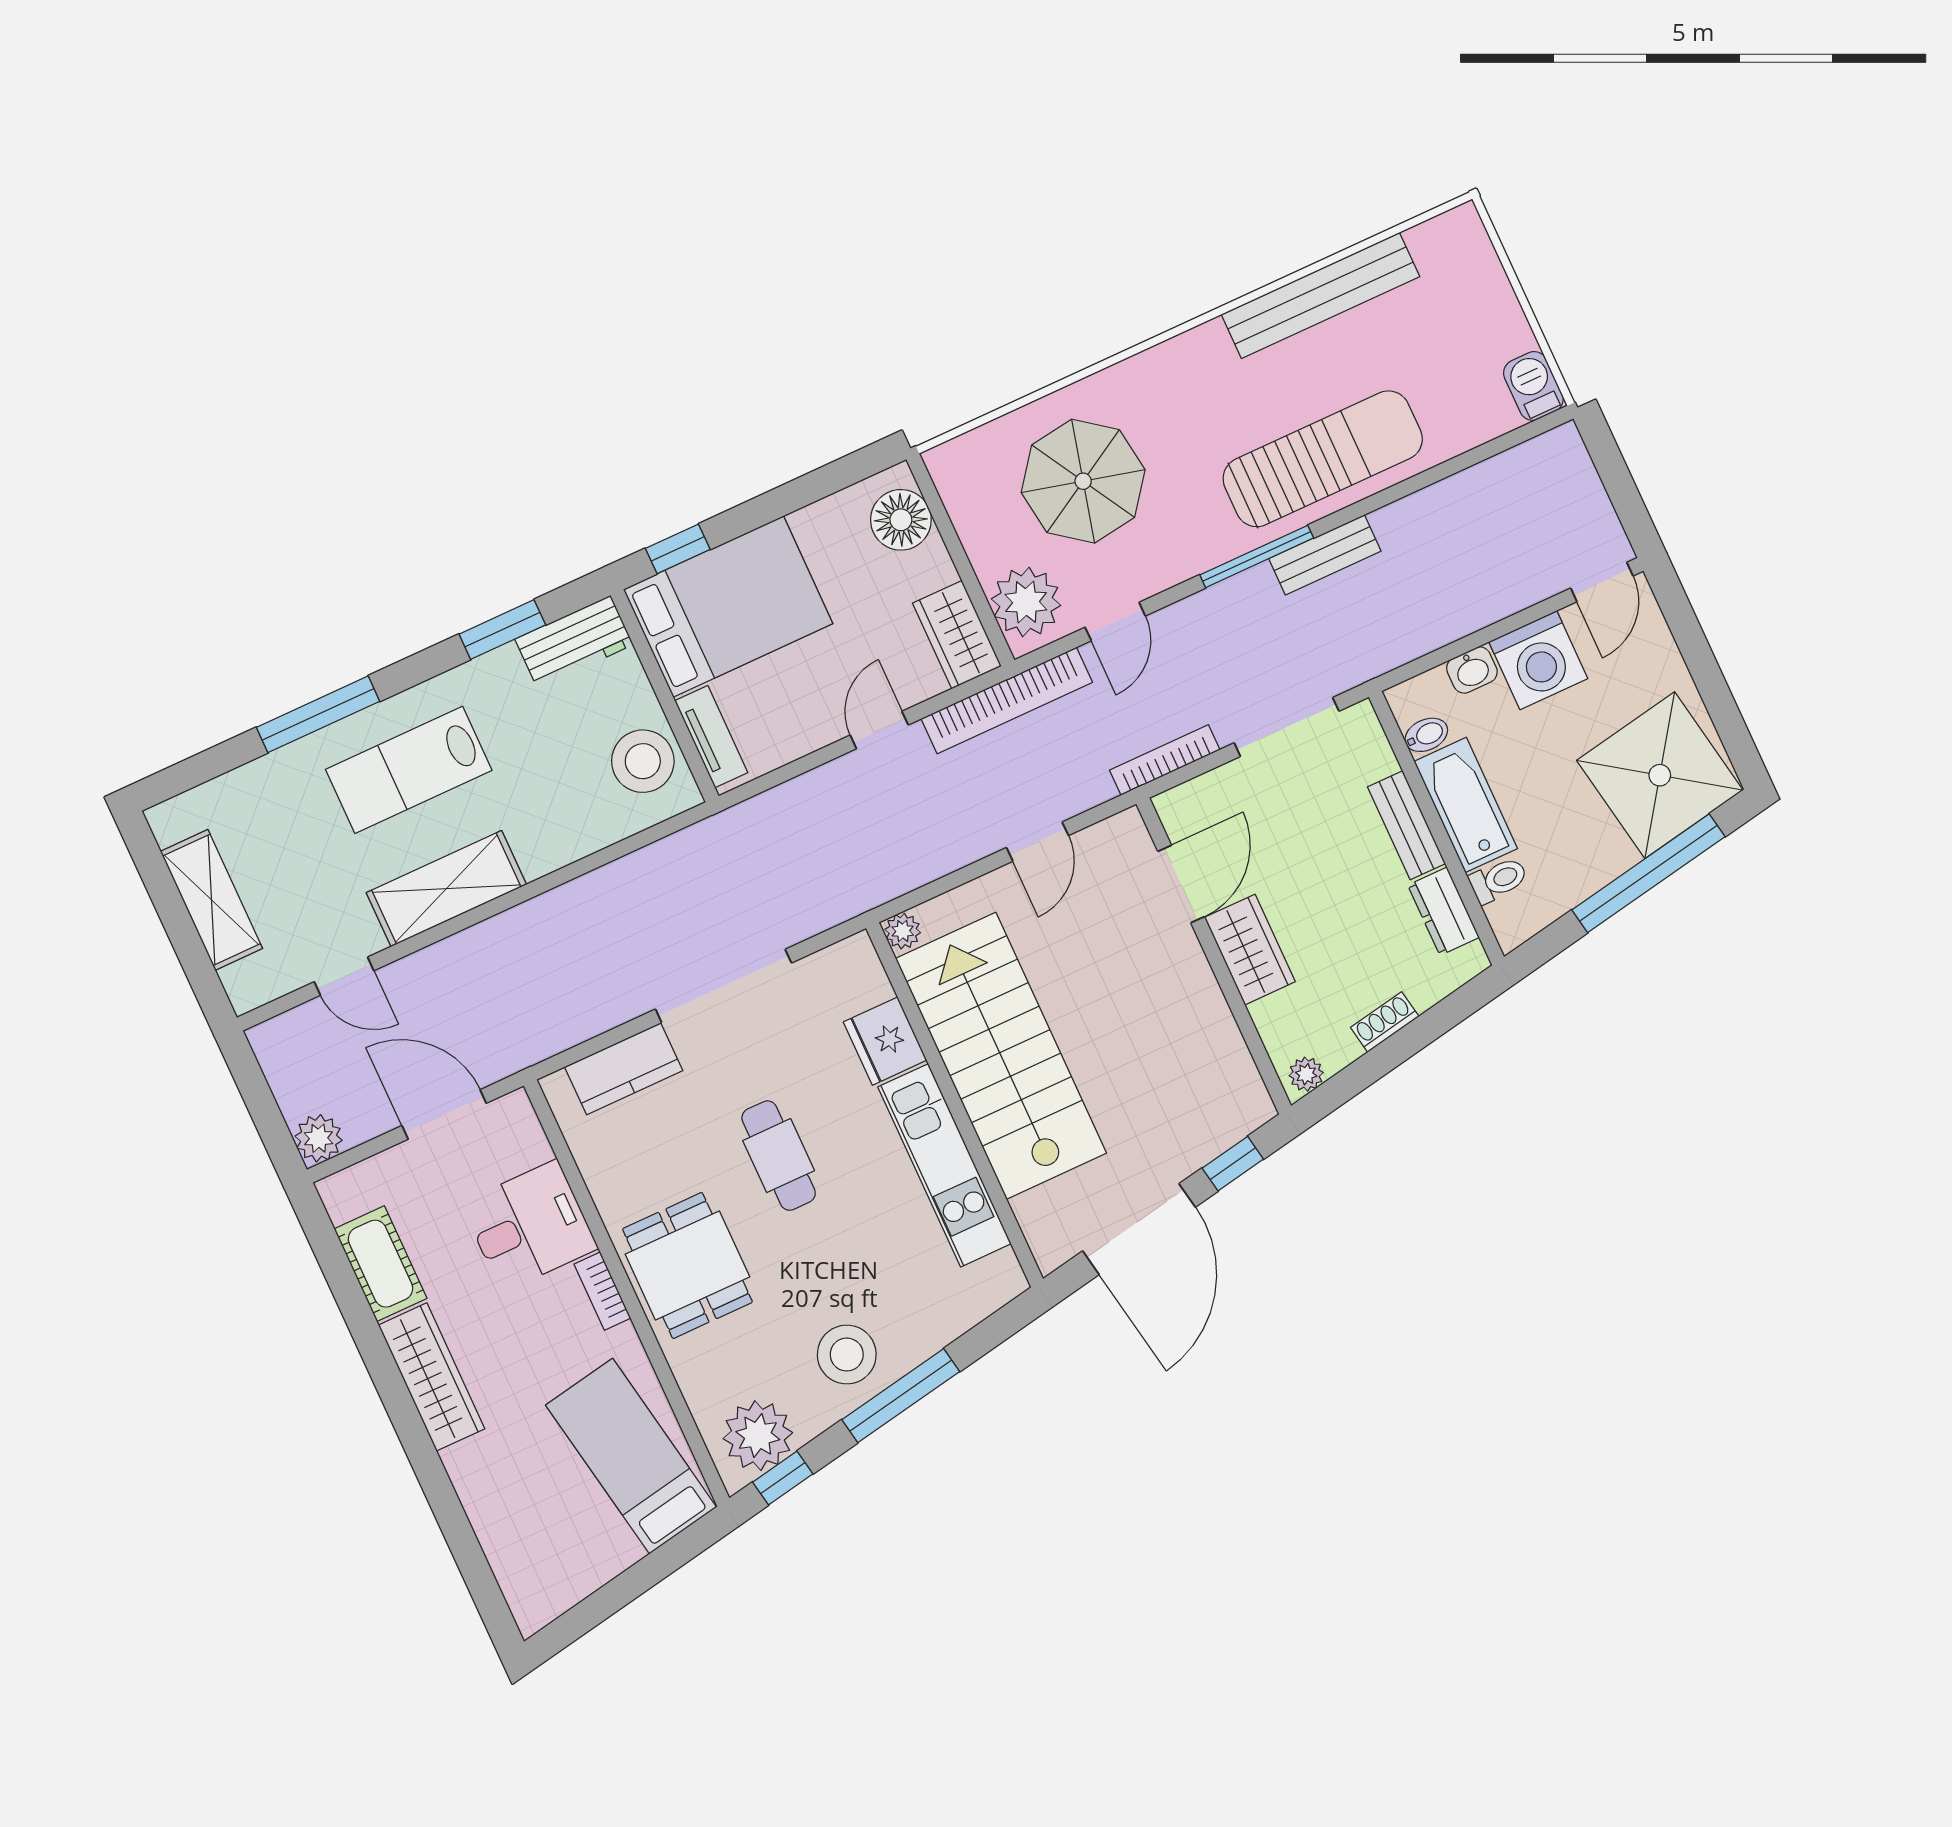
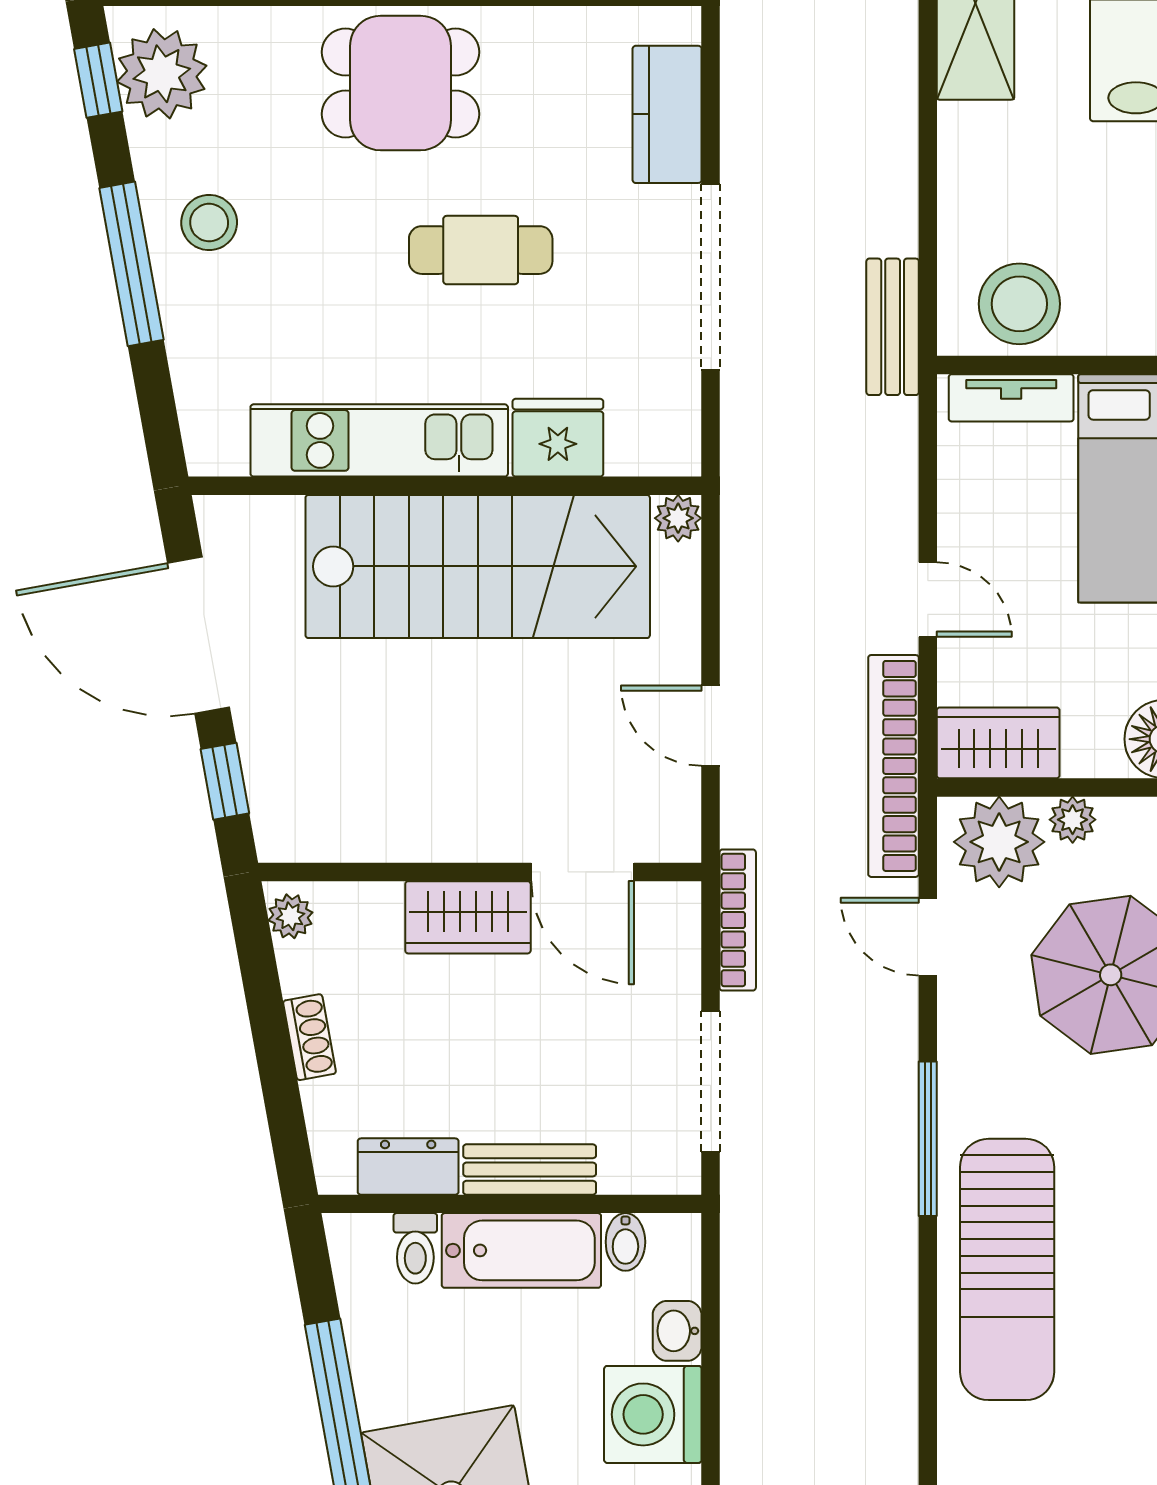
bench: (1325, 555) -> (893, 327), moved
plant: (987, 558) -> (1073, 820), added
stool: (847, 1355) -> (209, 223), width x0.73, depth x0.73

